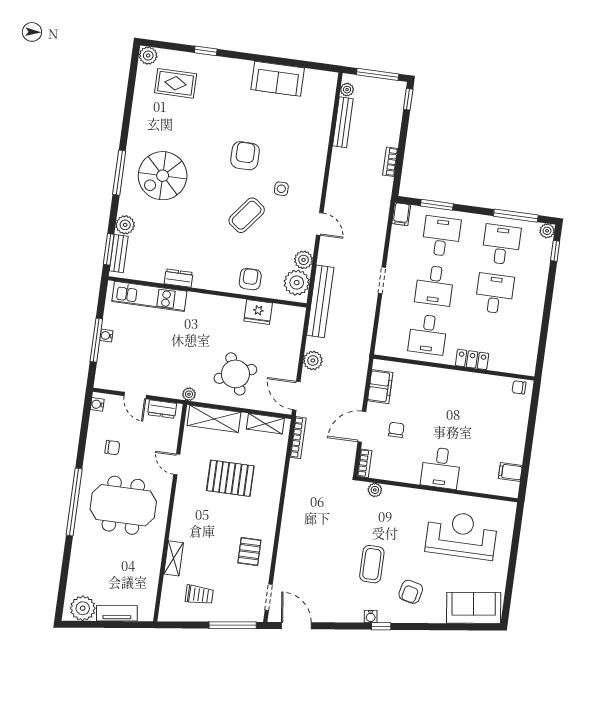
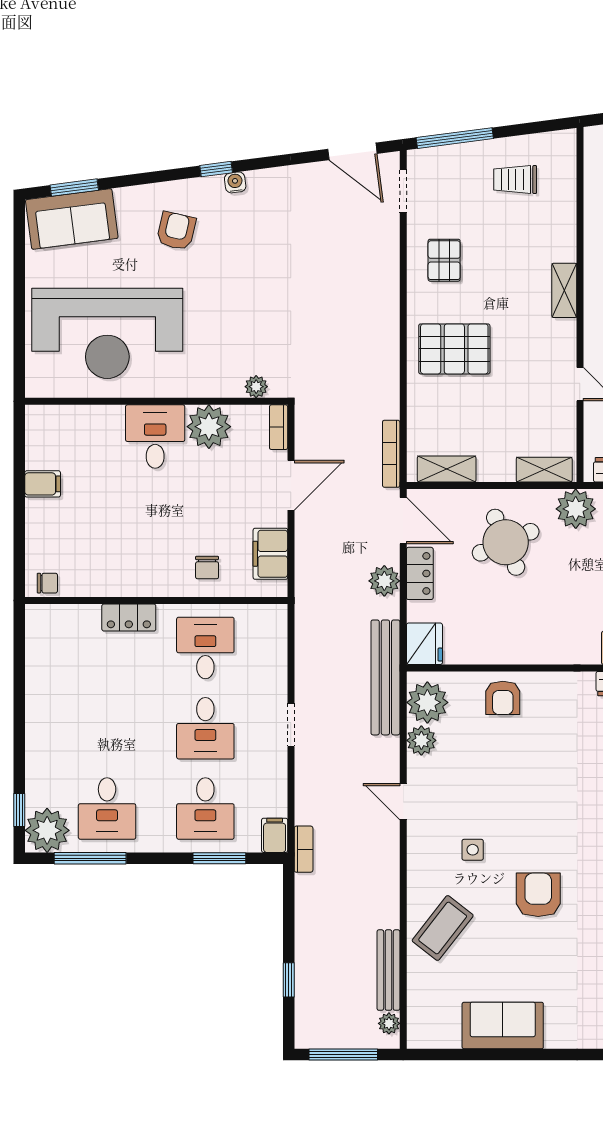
window: (408, 99) -> (289, 980), moved
armchair: (245, 156) -> (538, 895), turned 180
bookcase: (390, 162) -> (304, 849), moved
coffee table: (247, 215) -> (443, 928), moved
plant: (547, 231) -> (47, 830), width x1.88, depth x1.88
desk: (435, 285) -> (205, 728), turned 180
desk: (495, 294) -> (107, 728), removed
fridge: (258, 312) -> (424, 644), moved, turned 90
locker: (291, 362) -> (420, 573), added
plant: (189, 394) -> (576, 509), width x1.87, depth x1.87
shelving: (214, 419) -> (544, 470), width x0.67, depth x0.75
chair: (396, 430) -> (207, 568), moved
plant: (407, 469) -> (209, 427), added
filing cabinet: (510, 472) -> (43, 484), moved
pallet: (230, 478) -> (454, 349), moved
reception desk: (461, 535) -> (107, 333), width x1.36, depth x1.30
shelving: (174, 558) -> (564, 290), moved
coffee table: (372, 564) -> (245, 267), removed
window: (469, 627) -> (74, 188), added

